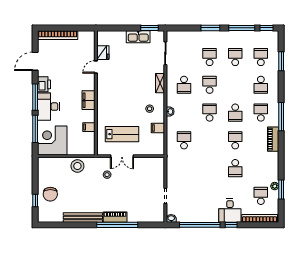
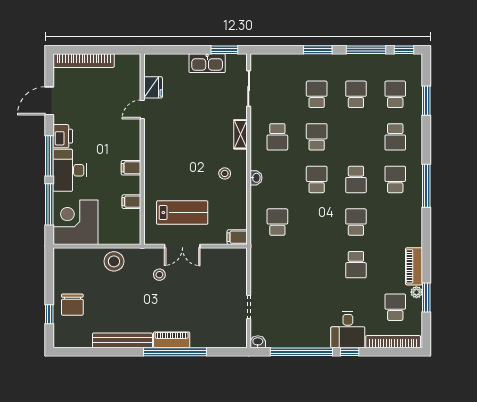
filing cabinet: (89, 100) -> (131, 168), width x0.50
filing cabinet: (158, 128) -> (237, 237), moved
piano: (273, 139) -> (414, 266), moved

